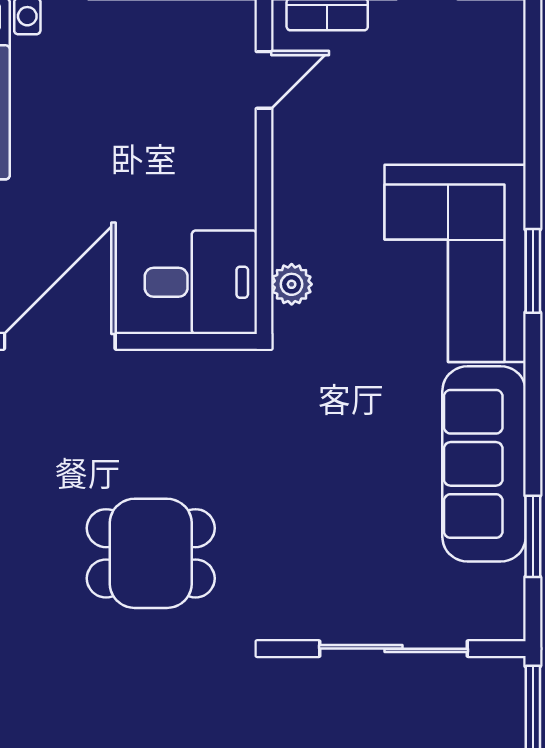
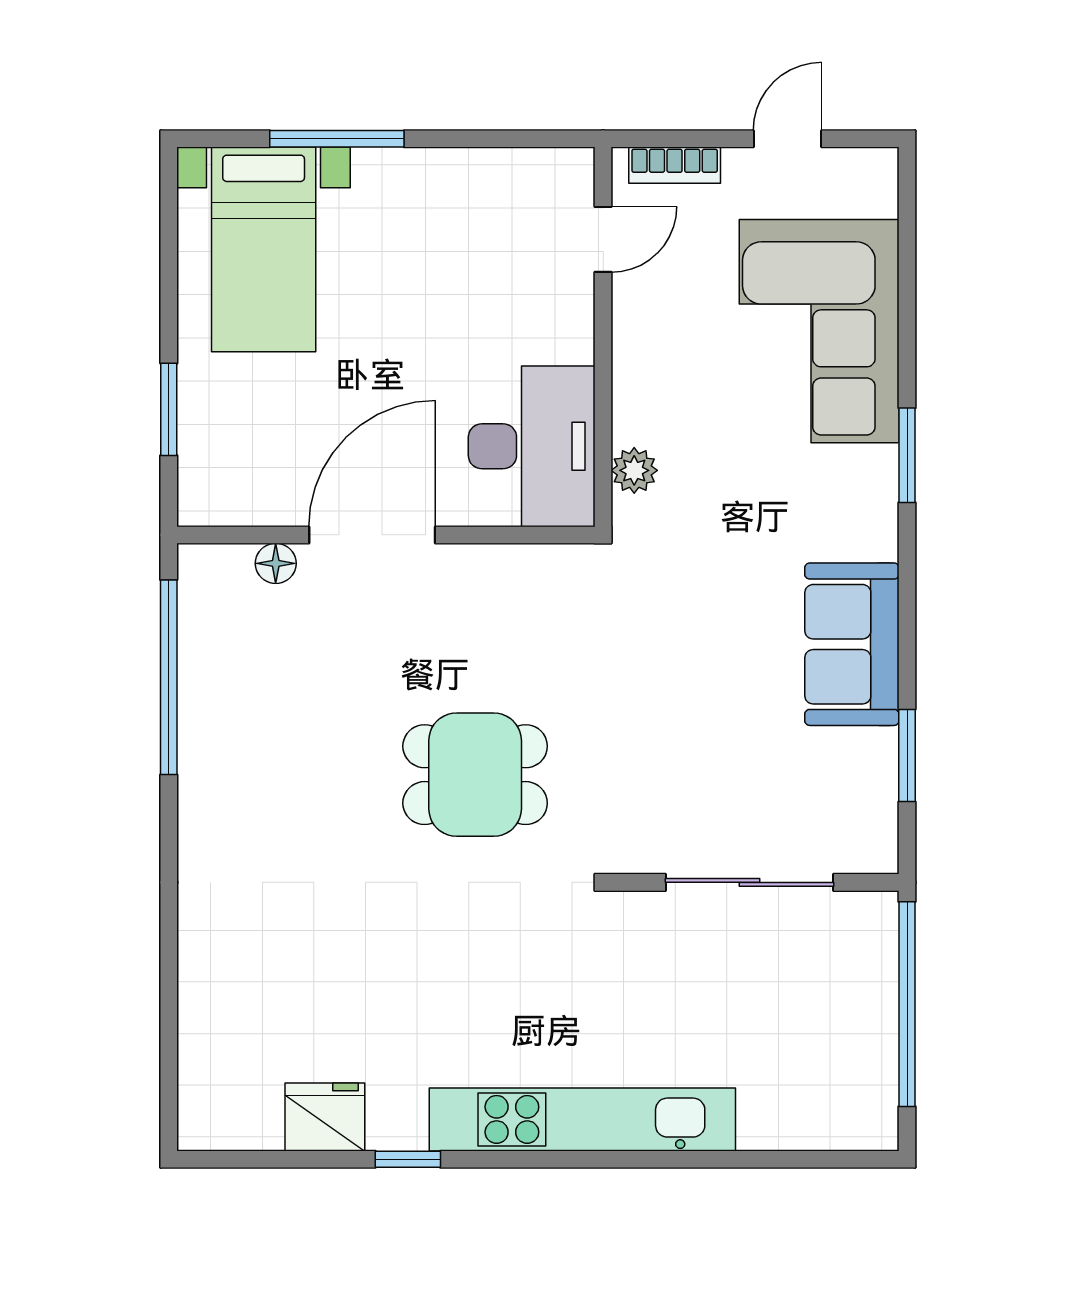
corner sofa: (455, 263) -> (819, 331), moved
desk: (201, 282) -> (532, 446), width x1.37
sofa: (484, 464) -> (852, 644), width x0.73

